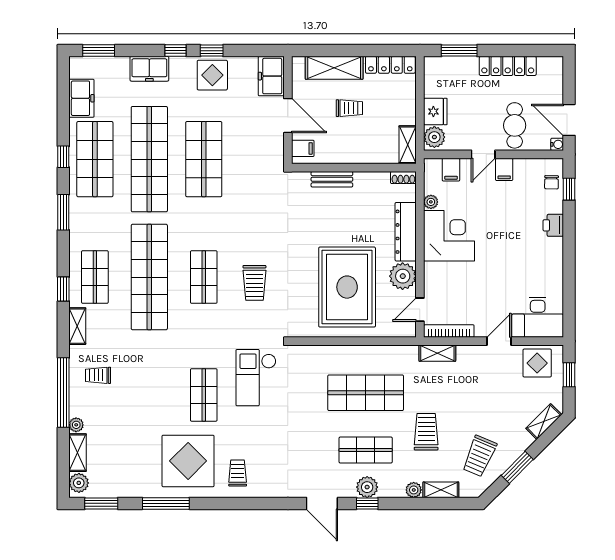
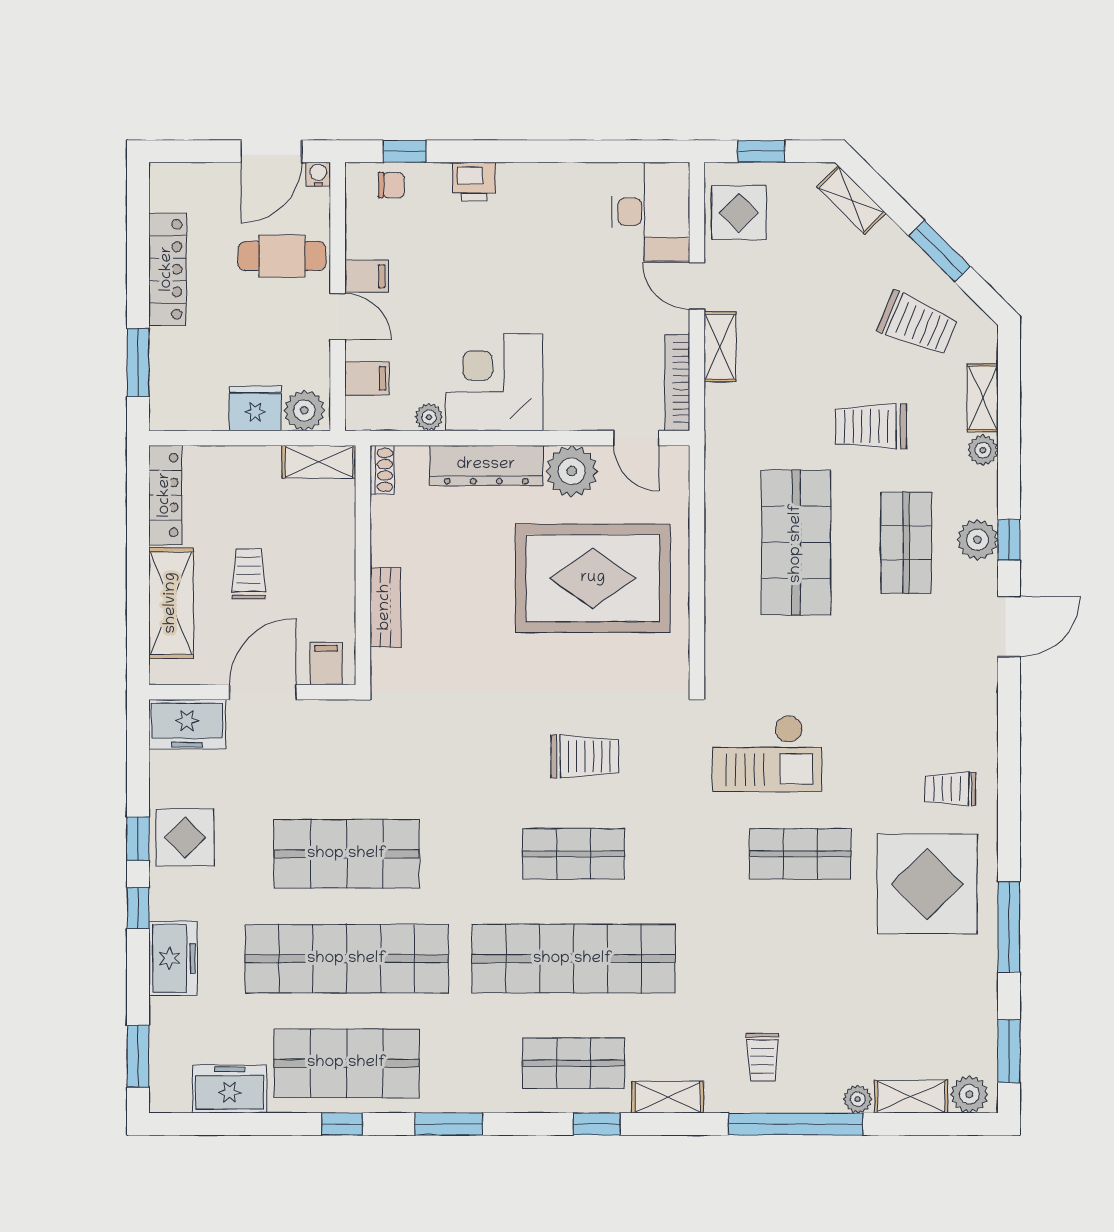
shelving: (437, 353) -> (720, 347), moved

